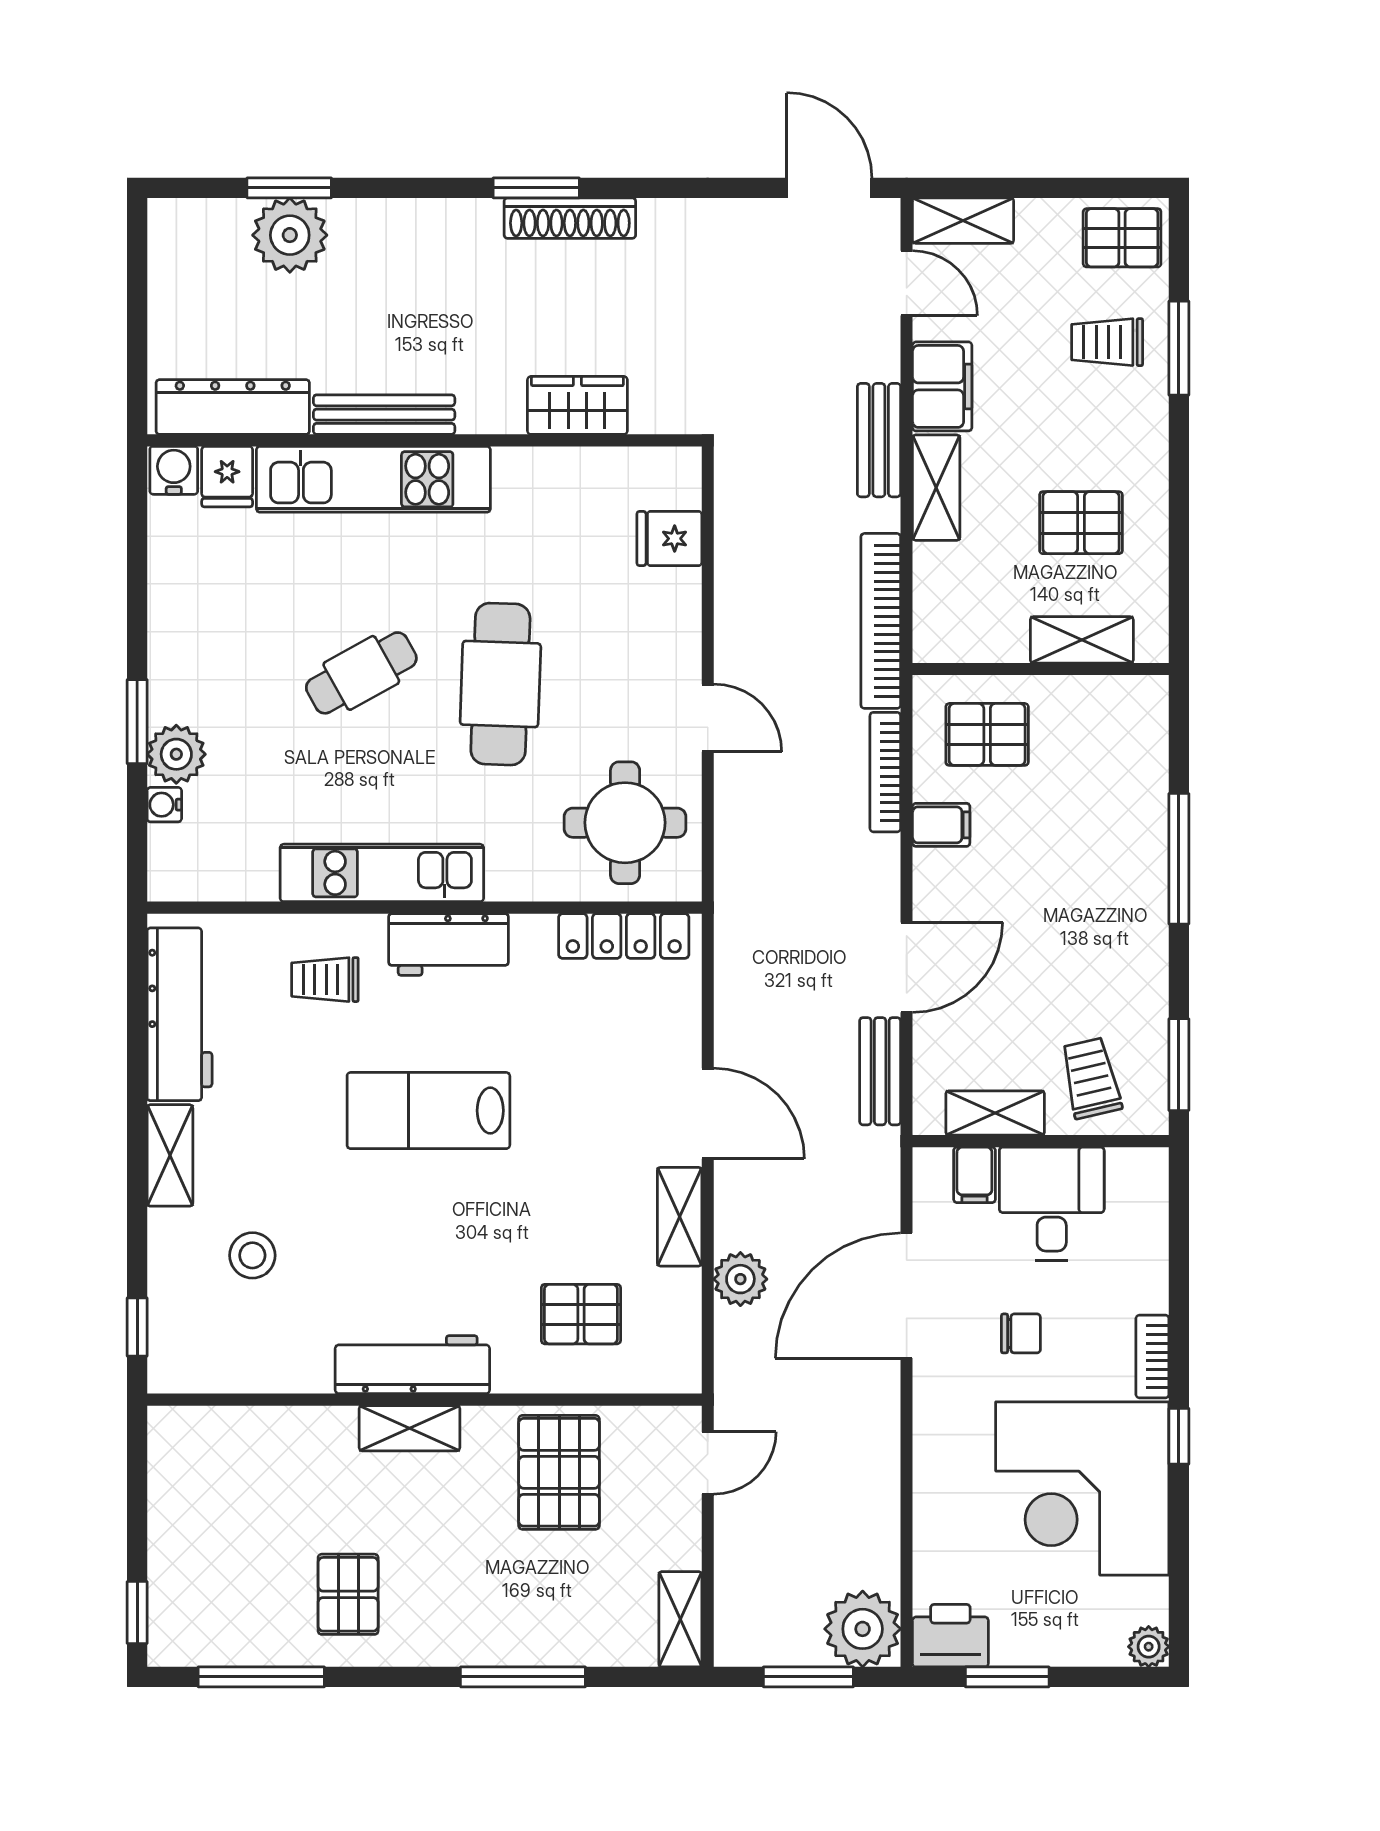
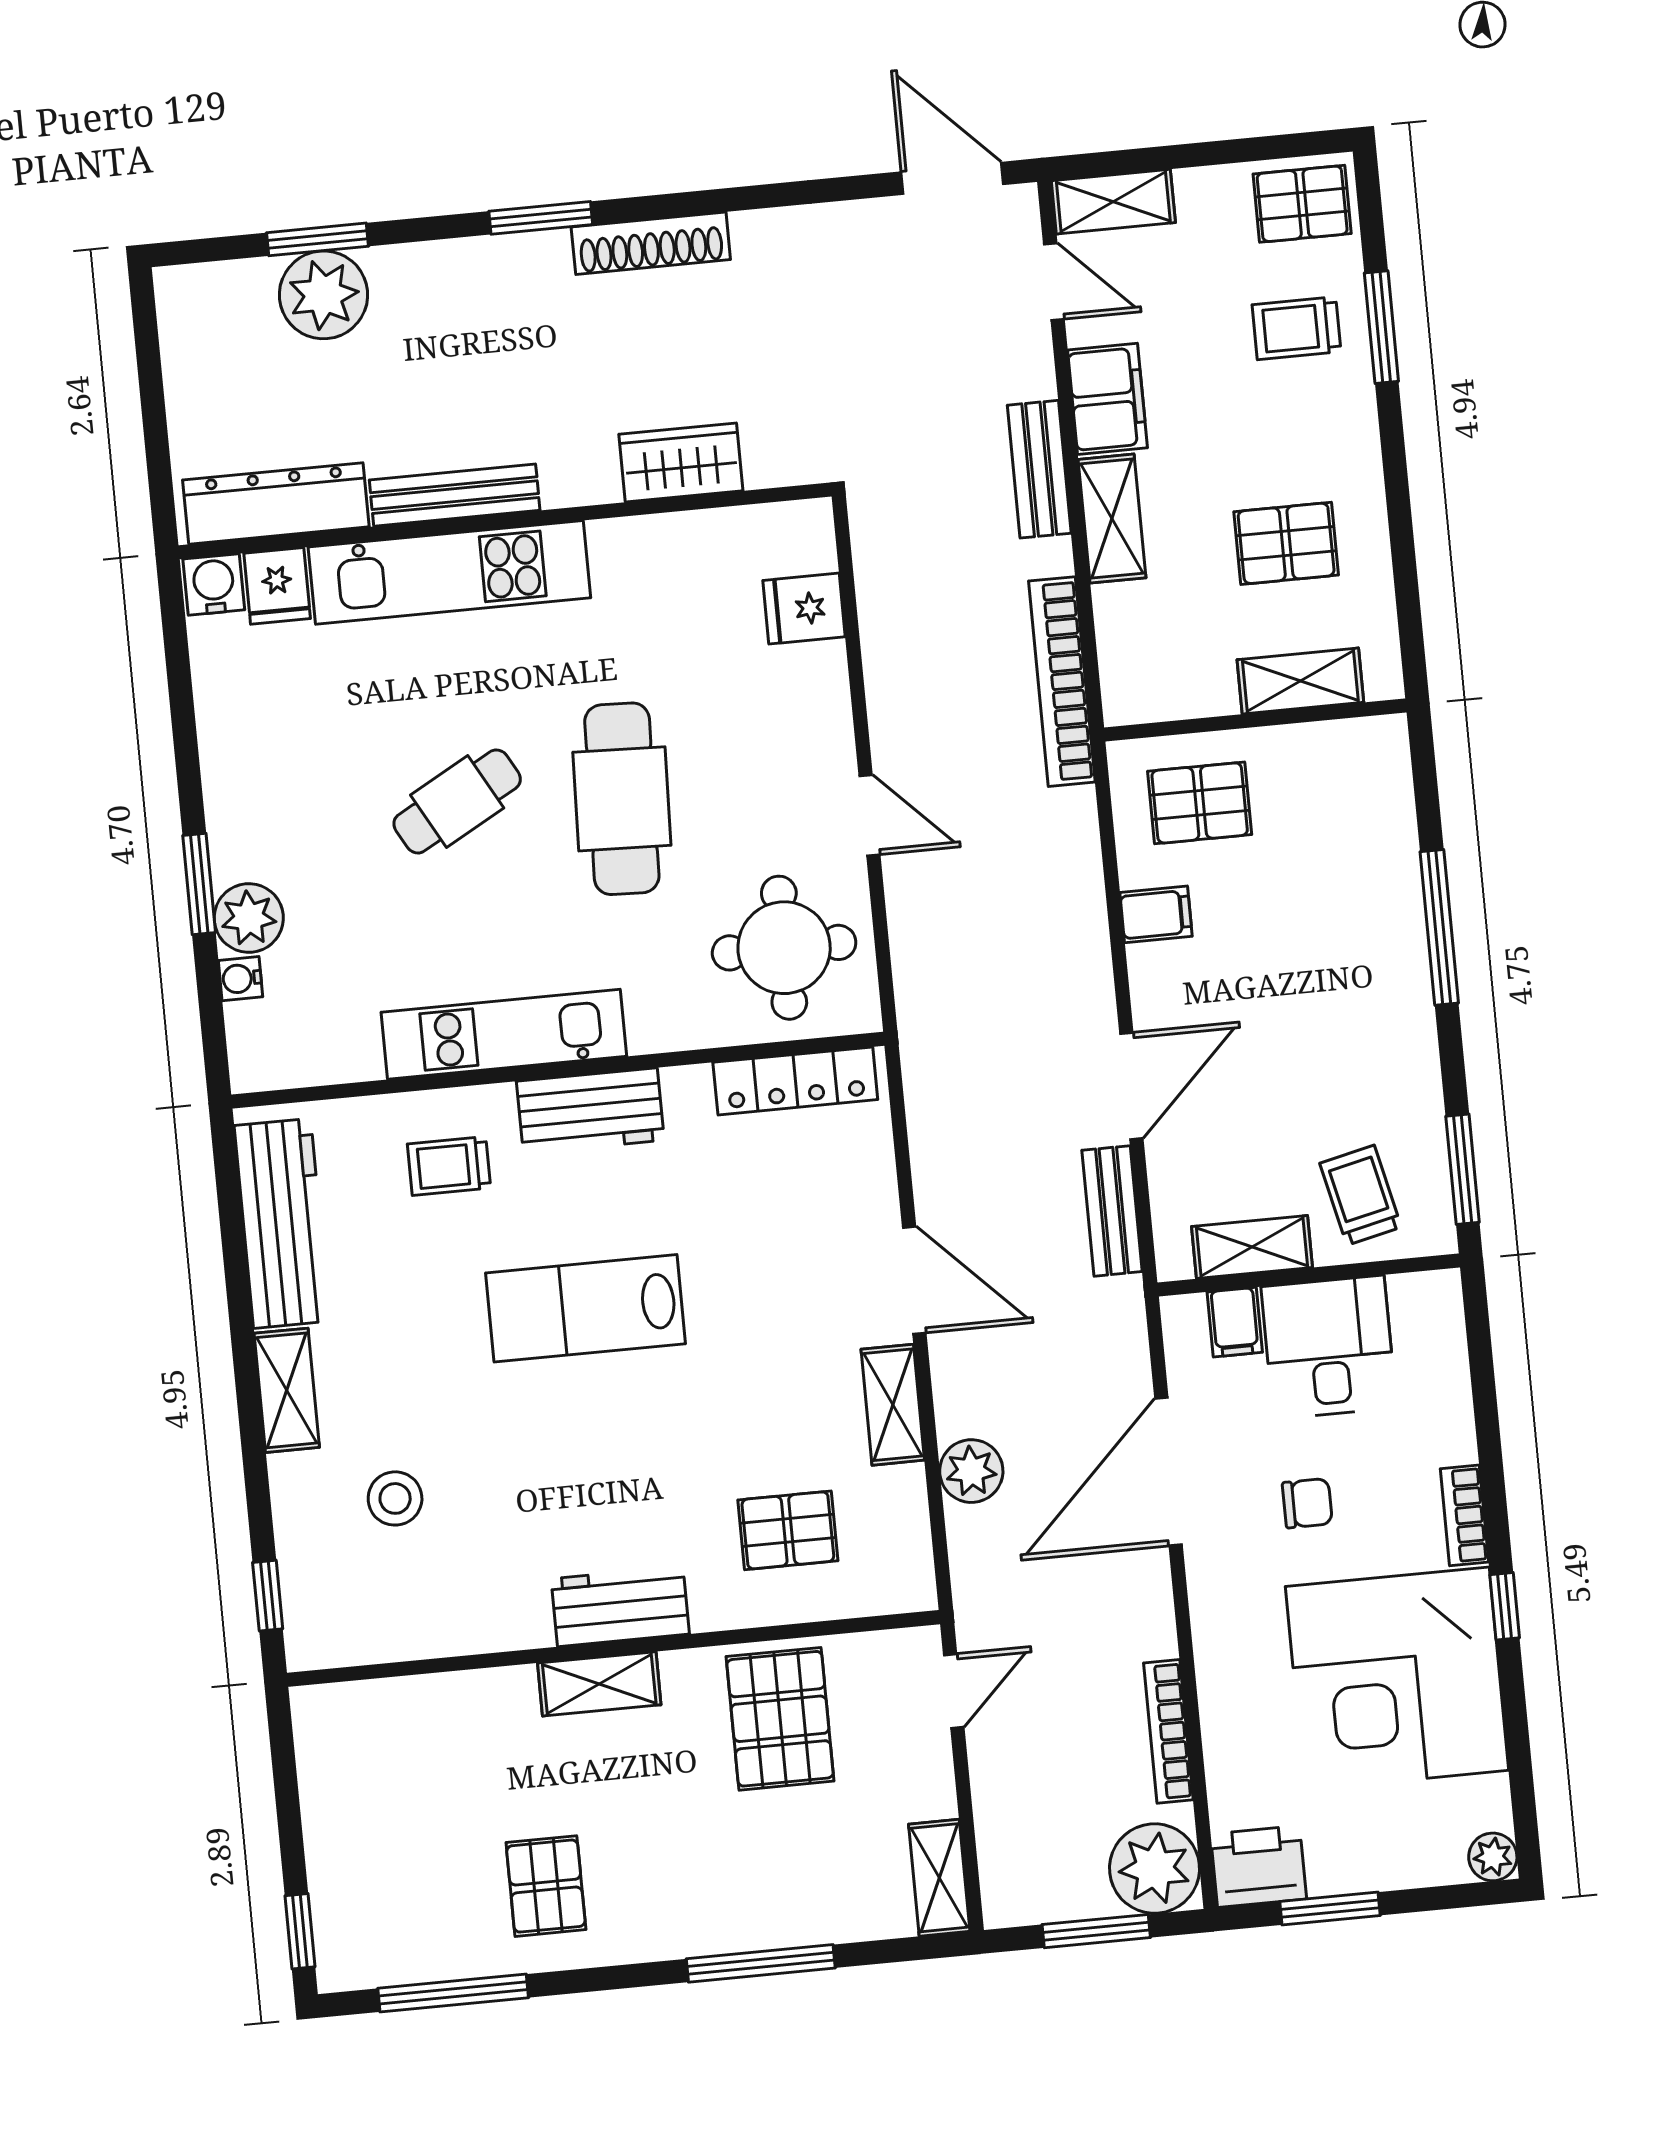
window: (536, 188) -> (541, 218), moved
bookcase: (885, 772) -> (1168, 1731), moved
workbench: (412, 1365) -> (620, 1606), width x0.73

